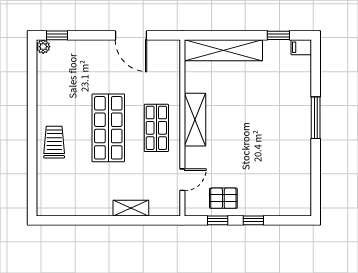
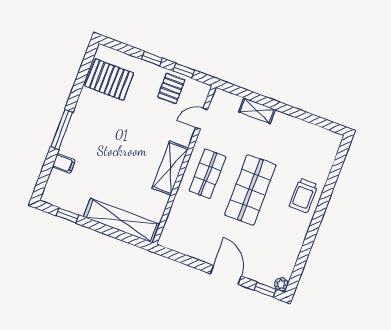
door: (131, 35) -> (226, 275), moved
filing cabinet: (301, 47) -> (64, 163), moved
pallet: (288, 184) -> (109, 80), added
pallet: (223, 198) -> (171, 88), turned 90

